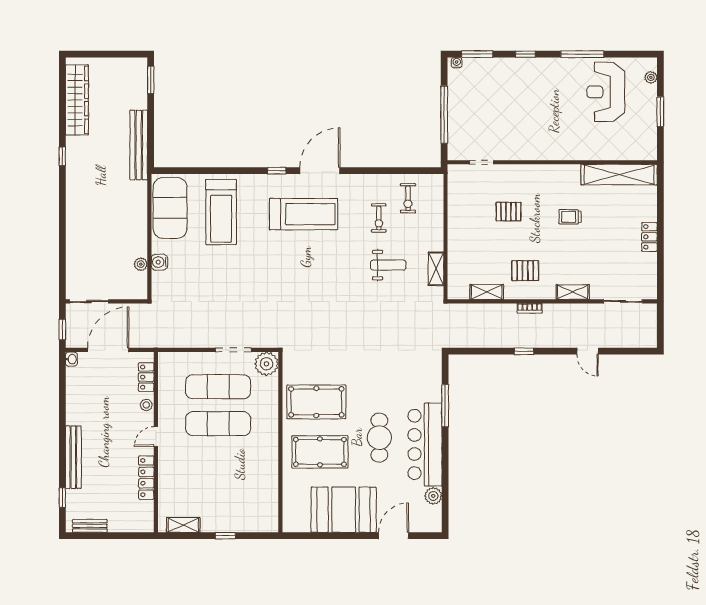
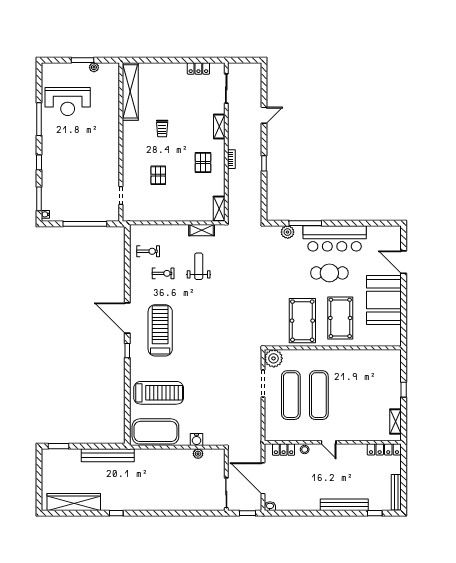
plant: (651, 77) -> (94, 67), moved
locker: (649, 237) -> (198, 68), moved
shelving: (487, 292) -> (219, 209), moved
locker: (146, 478) -> (384, 449), moved
plant: (433, 496) -> (288, 232), moved
bench: (90, 526) -> (396, 492), width x1.36

